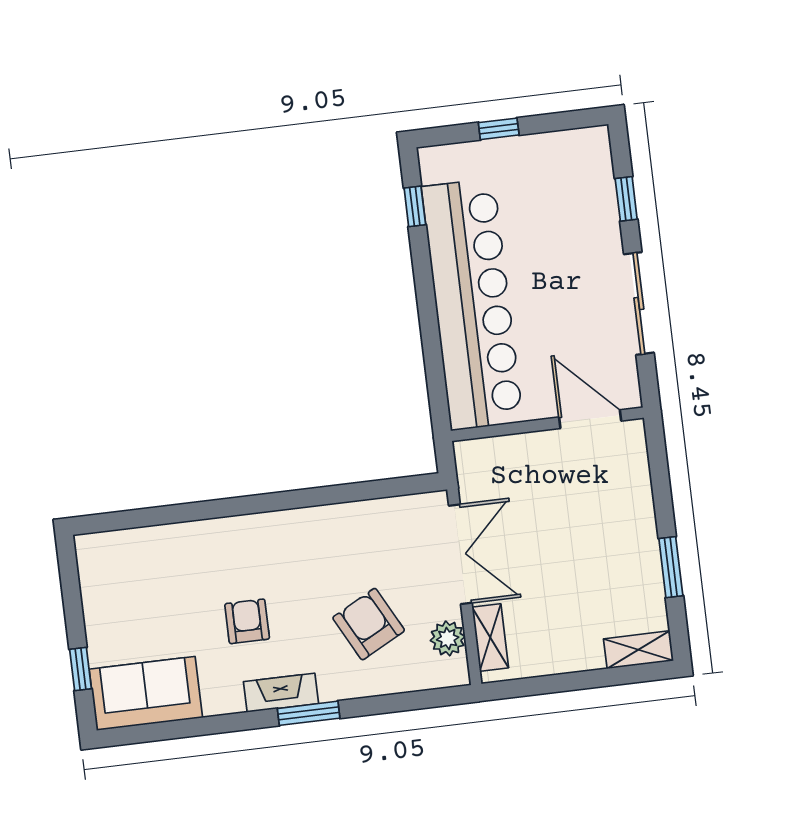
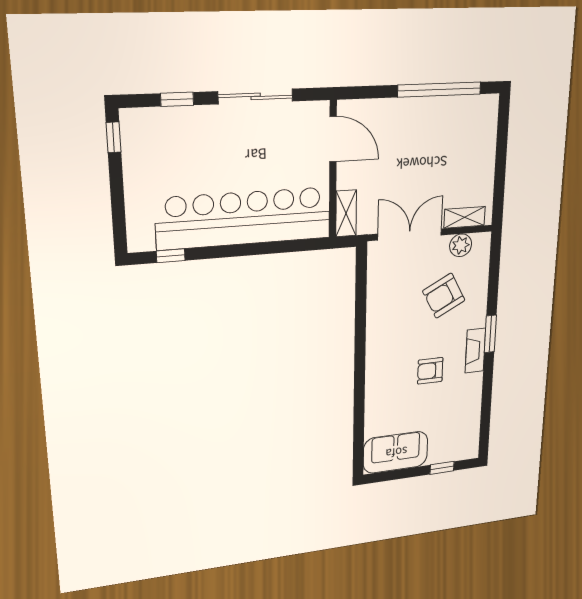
window: (499, 129) -> (114, 137), moved
door: (590, 419) -> (333, 139), swing flipped
window: (671, 567) -> (439, 90), width x2.11
shelving: (638, 650) -> (346, 213), moved
sofa: (146, 693) -> (396, 452), moved, turned 90

